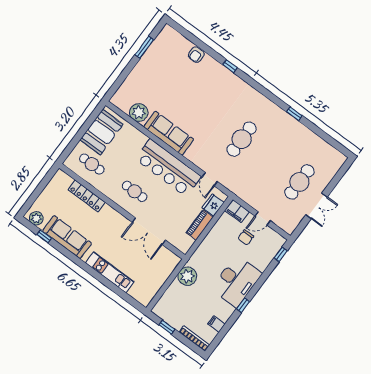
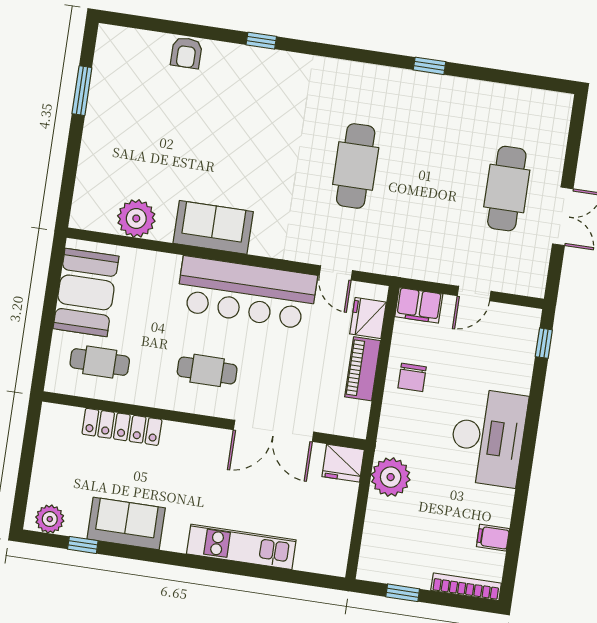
sofa: (169, 133) -> (213, 227), width x0.73
sofa: (67, 237) -> (126, 523), width x0.73
chair: (246, 237) -> (412, 377), moved
fridge: (171, 260) -> (343, 463), added
window: (243, 305) -> (524, 476), removed

